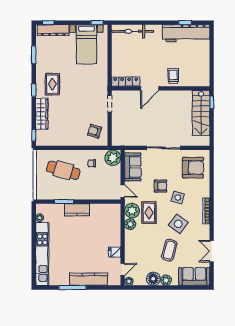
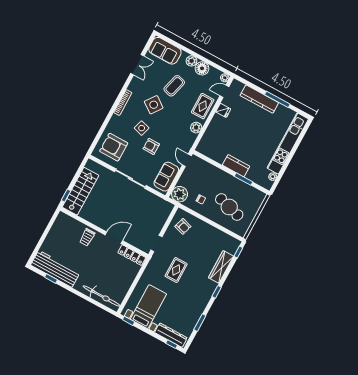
rug: (52, 84) -> (176, 270), moved
plant: (132, 211) -> (188, 139), removed
rug: (149, 213) -> (203, 106), moved

